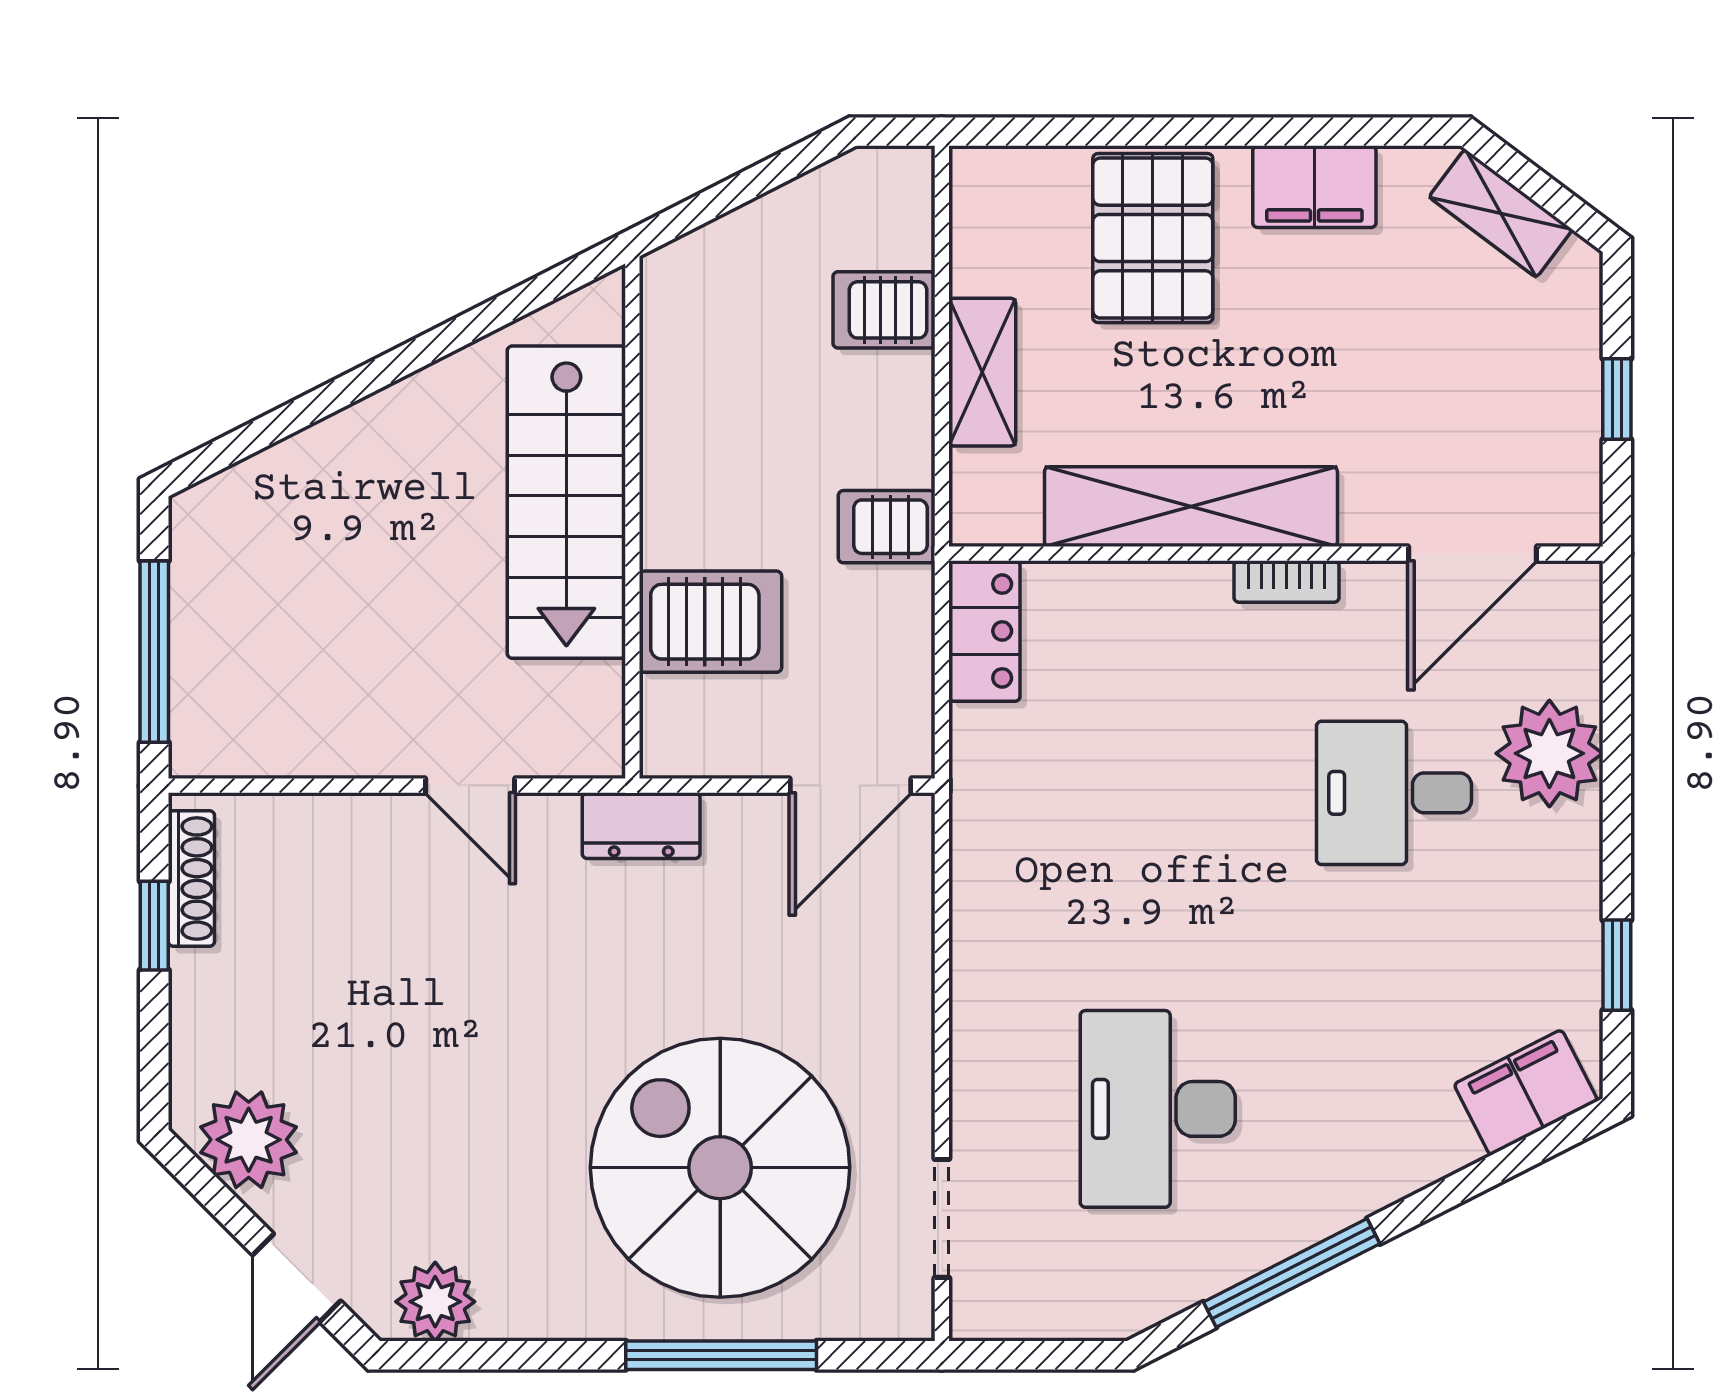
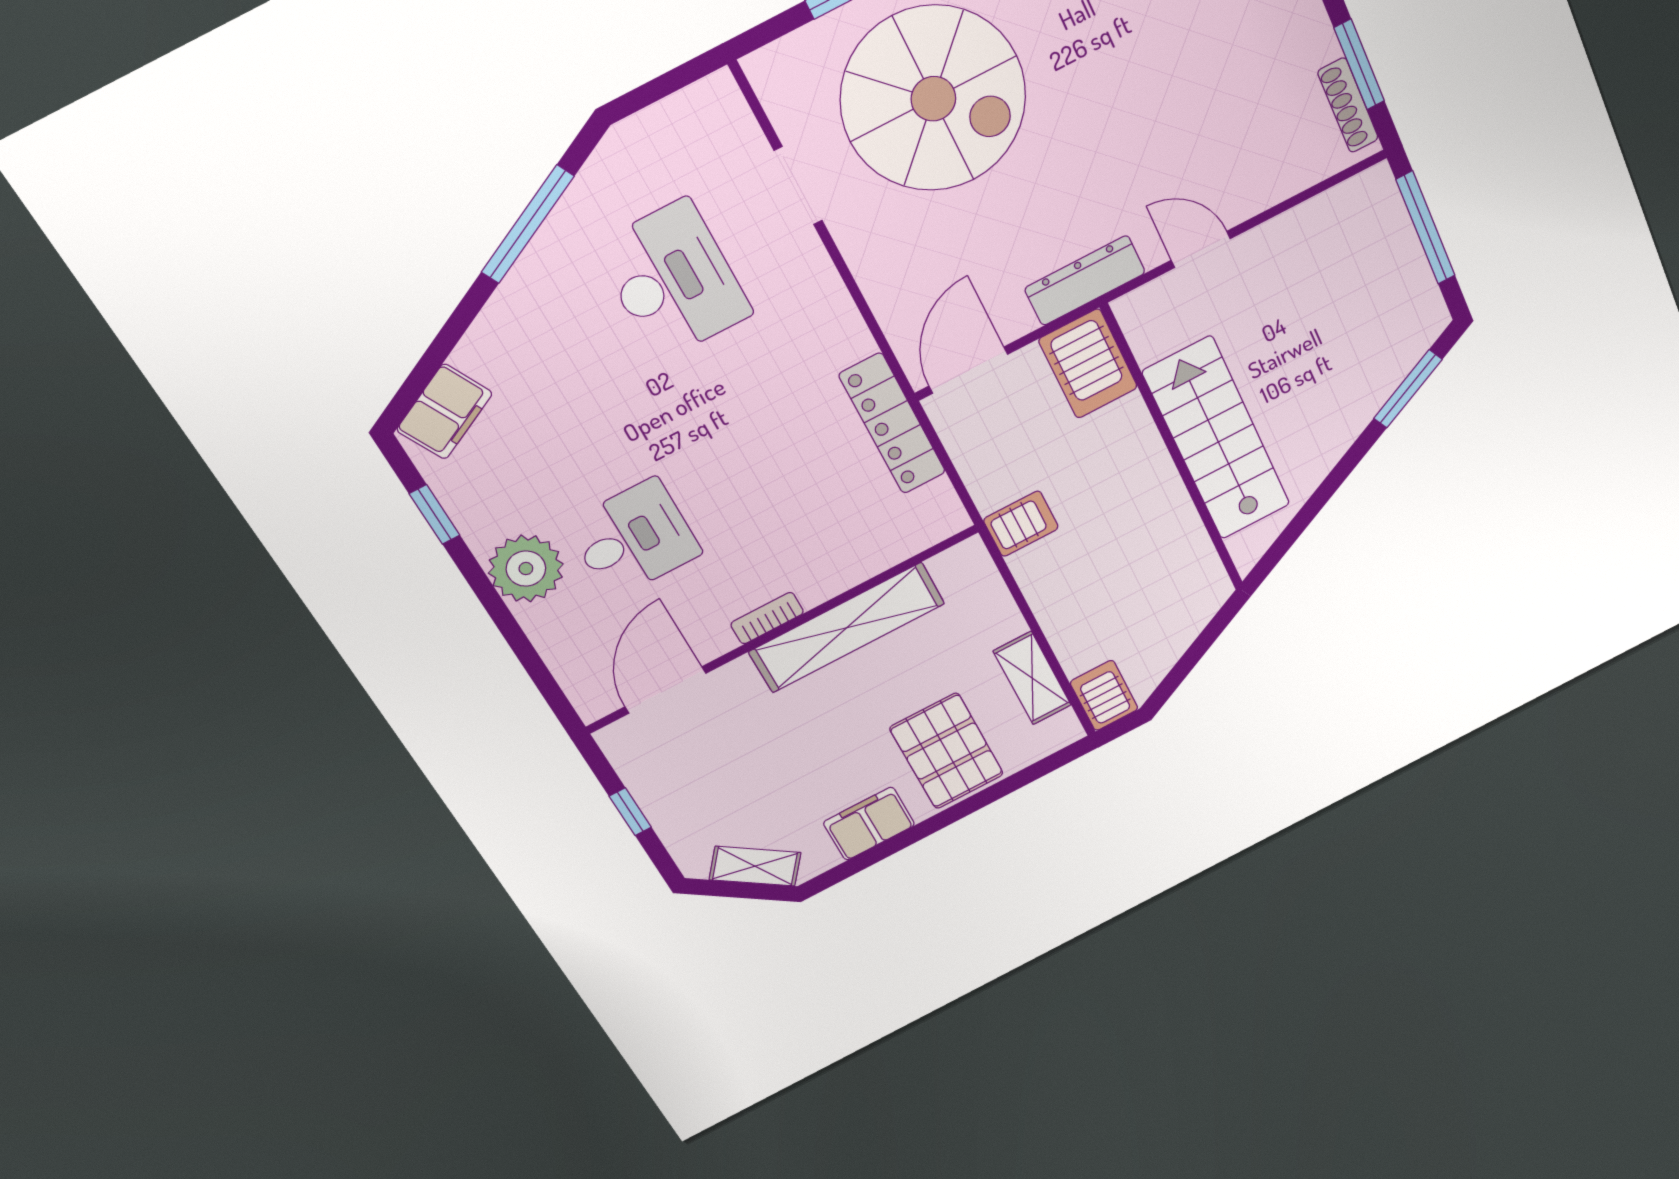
server rack: (884, 310) -> (1104, 695), moved, turned -90
shelving: (982, 372) -> (1032, 678), moved
window: (272, 428) -> (1408, 389), added
server rack: (710, 622) -> (1088, 364), moved, turned -90
locker: (984, 631) -> (892, 424), moved, width x1.53
plant: (1549, 753) -> (526, 569), moved
dresser: (641, 826) -> (1085, 281), width x1.44
window: (154, 926) -> (1359, 64), width x1.50
doorway: (942, 1218) -> (798, 186), moved

